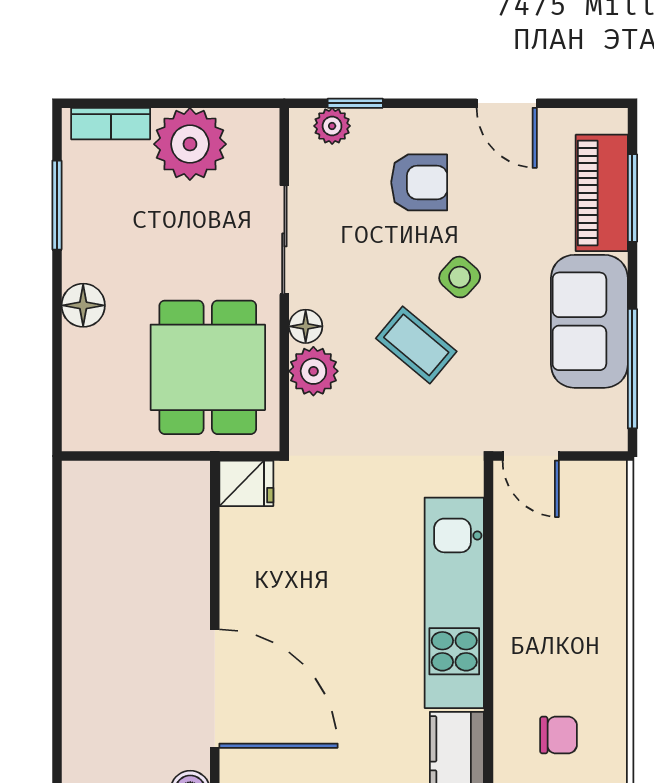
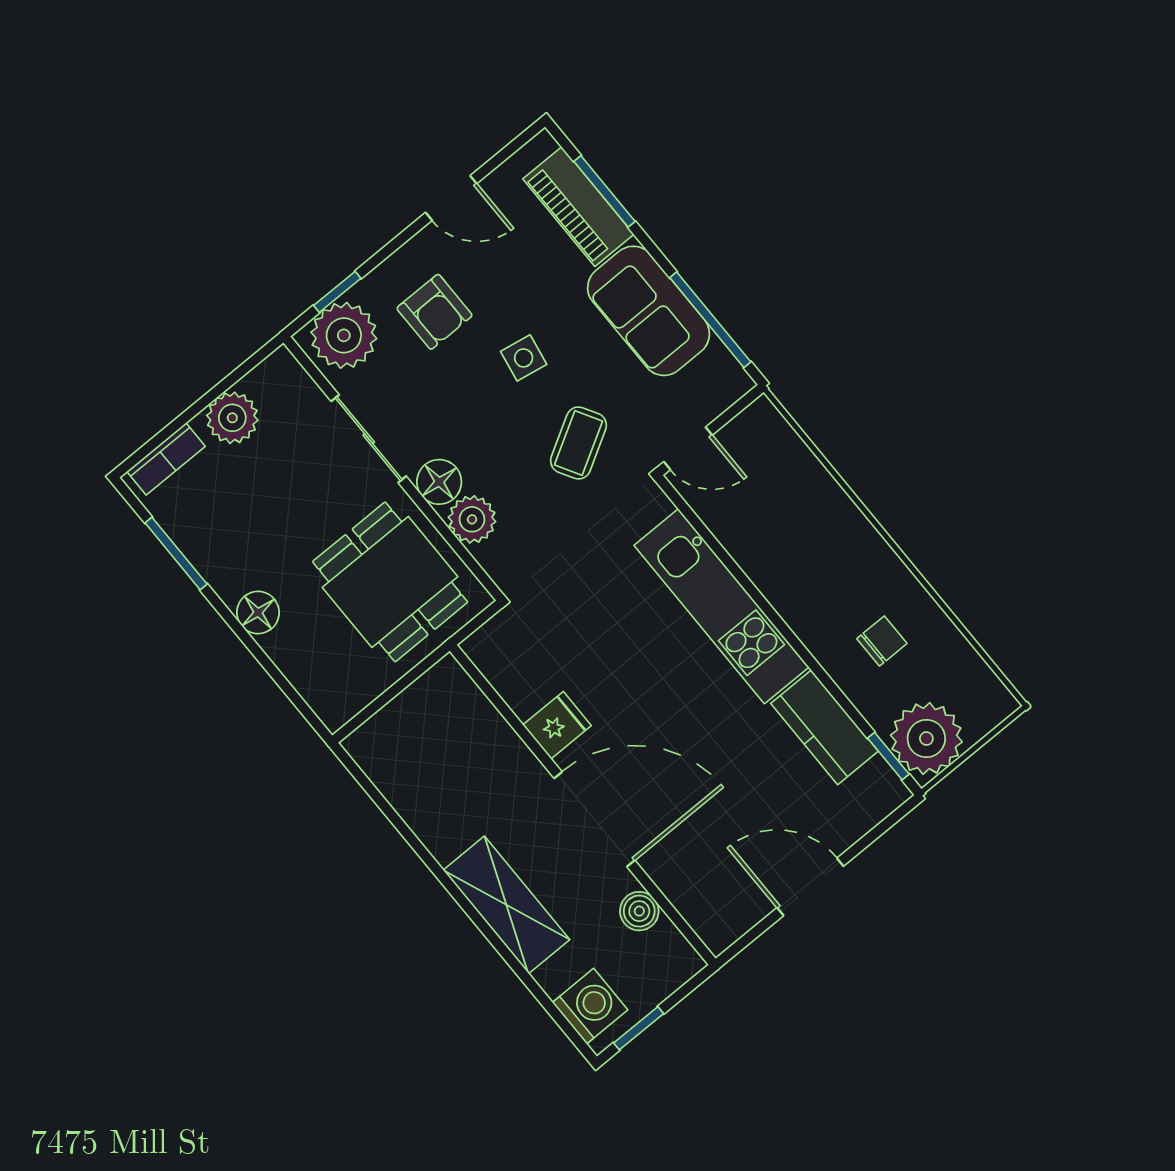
plant: (332, 126) -> (344, 335), width x1.88, depth x1.88
plant: (190, 144) -> (232, 418), width x0.73, depth x0.73
armchair: (419, 182) -> (435, 312), turned 90
side table: (460, 277) -> (524, 358), turned -32
floor lamp: (306, 326) -> (439, 482), width x1.37, depth x1.37
coffee table: (416, 345) -> (579, 443), moved, turned -70
fridge: (246, 483) -> (557, 725), moved
shelving: (89, 699) -> (506, 905), added

